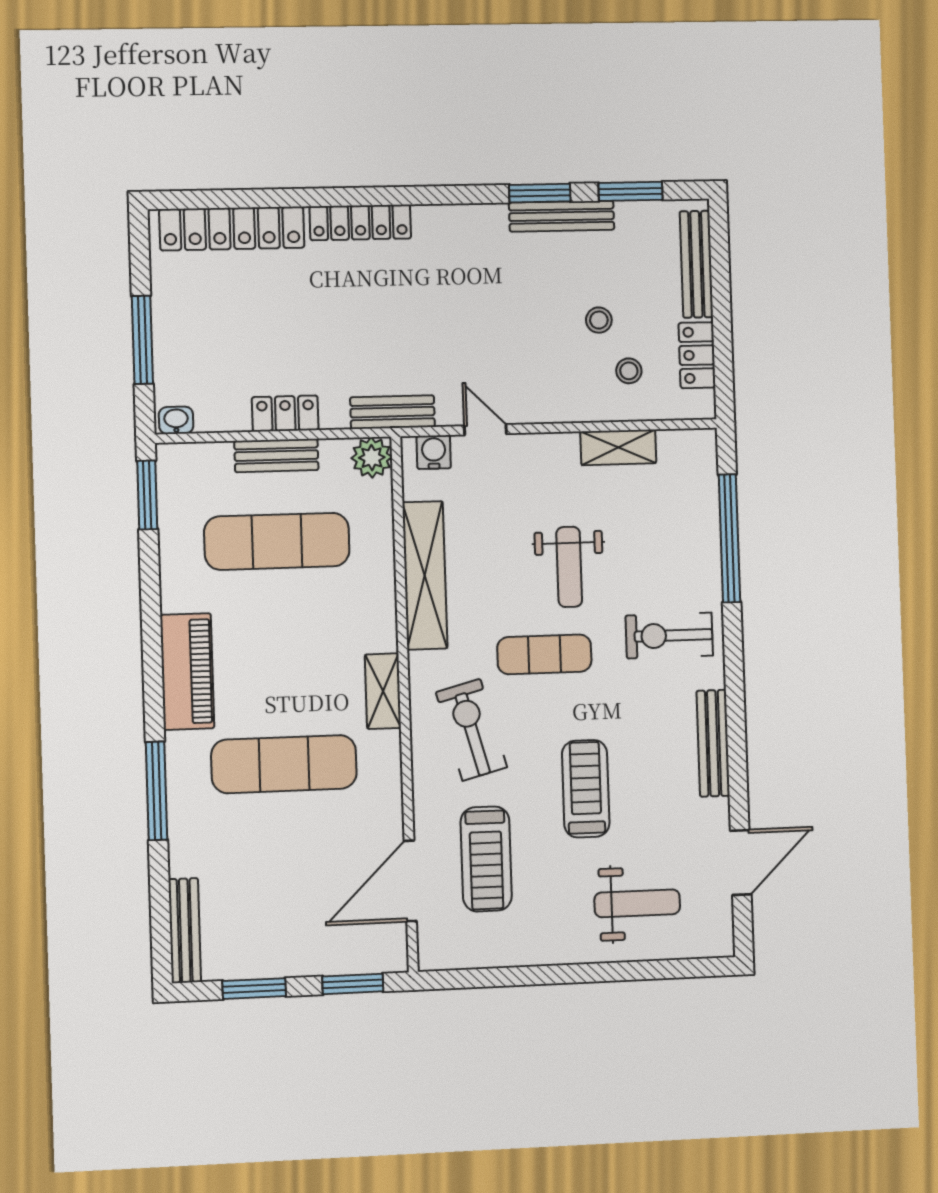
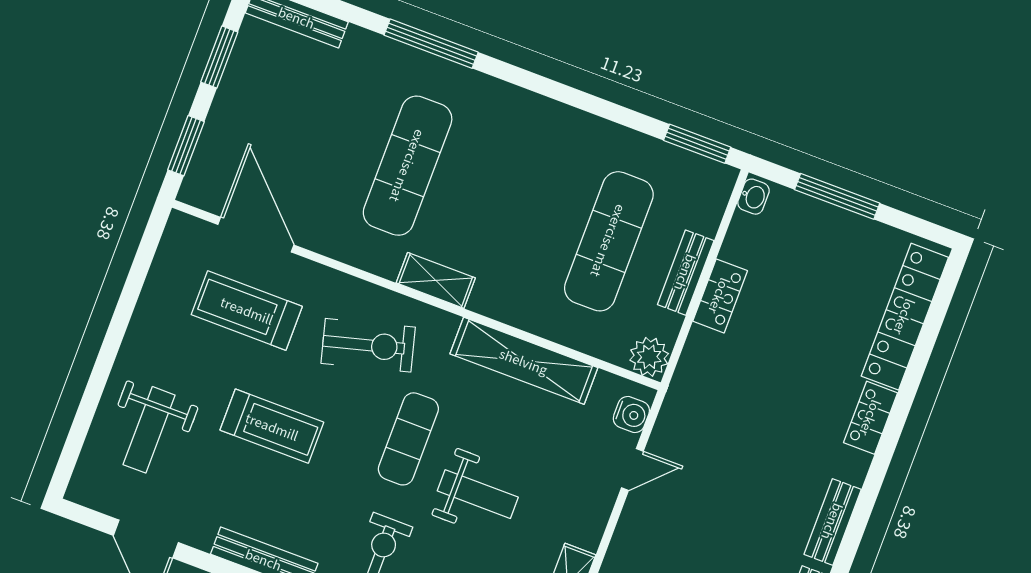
locker: (360, 222) -> (871, 418), width x0.66
bench: (392, 412) -> (833, 522), moved
weight bench: (569, 567) -> (478, 494), turned 180
piano: (187, 672) -> (526, 114), removed

